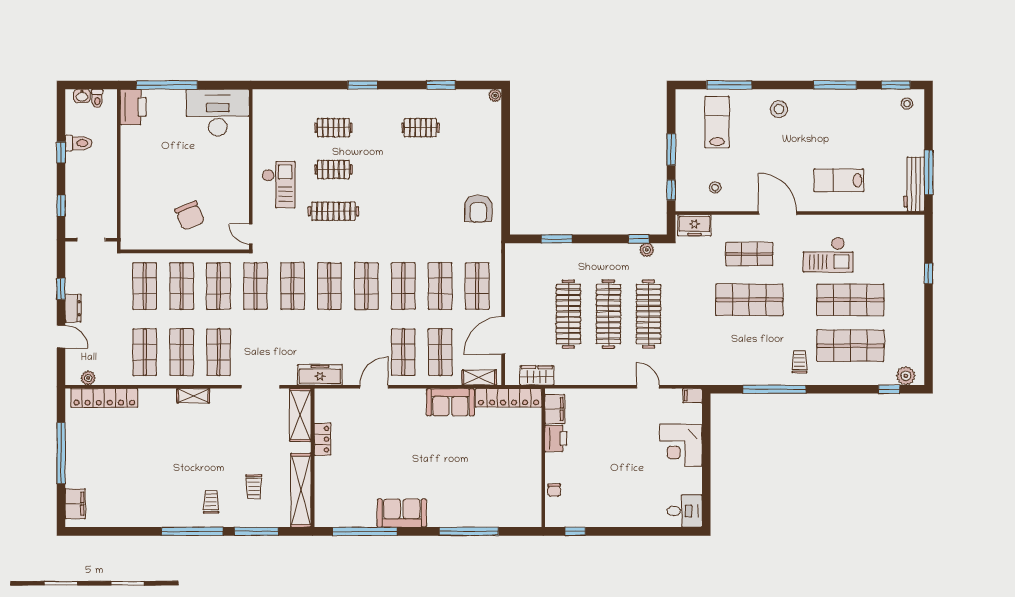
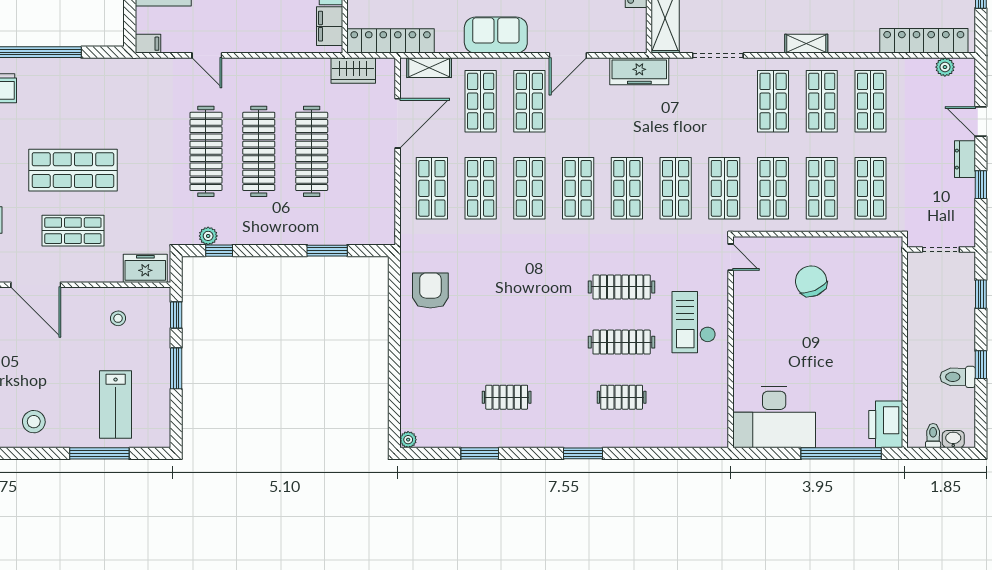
clothes rail: (333, 169) -> (622, 342), width x1.36
sofa: (450, 402) -> (496, 35), moved

